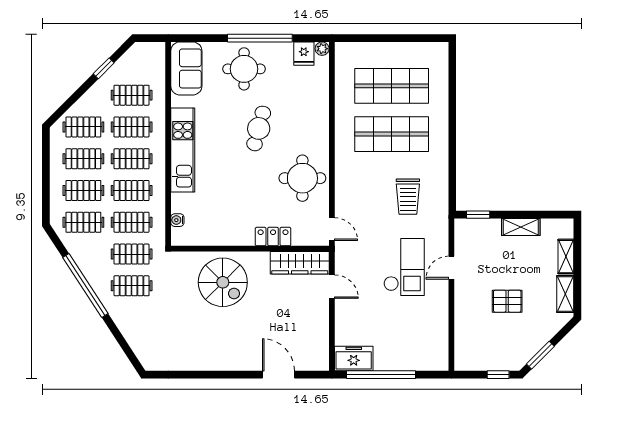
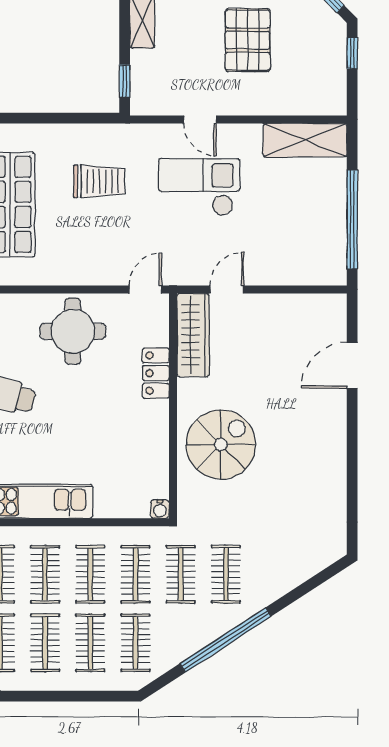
water cooler: (177, 220) -> (160, 509), moved
pallet: (507, 301) -> (248, 40), width x1.50, depth x1.42
shelving: (437, 342) -> (305, 140), added
freezer: (354, 359) -> (329, 258), removed

